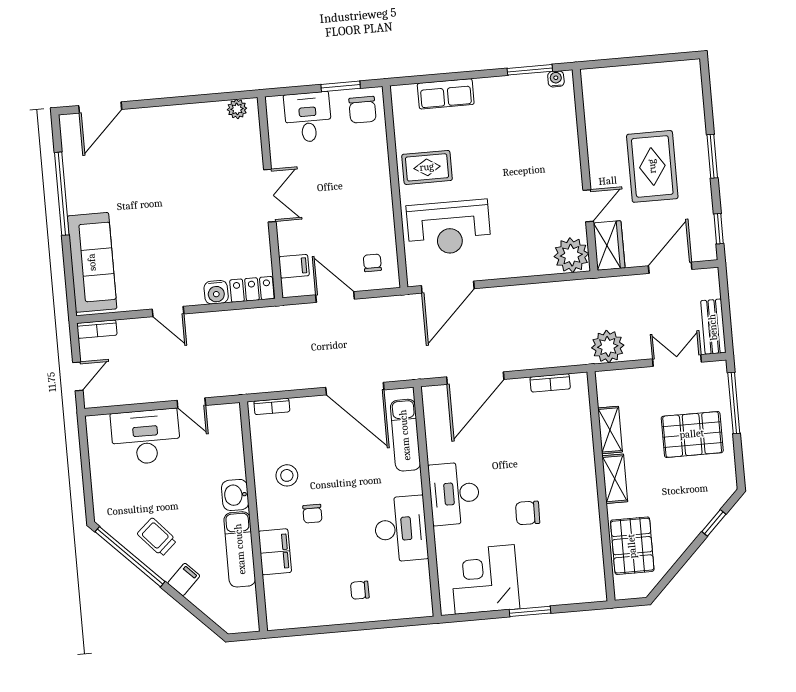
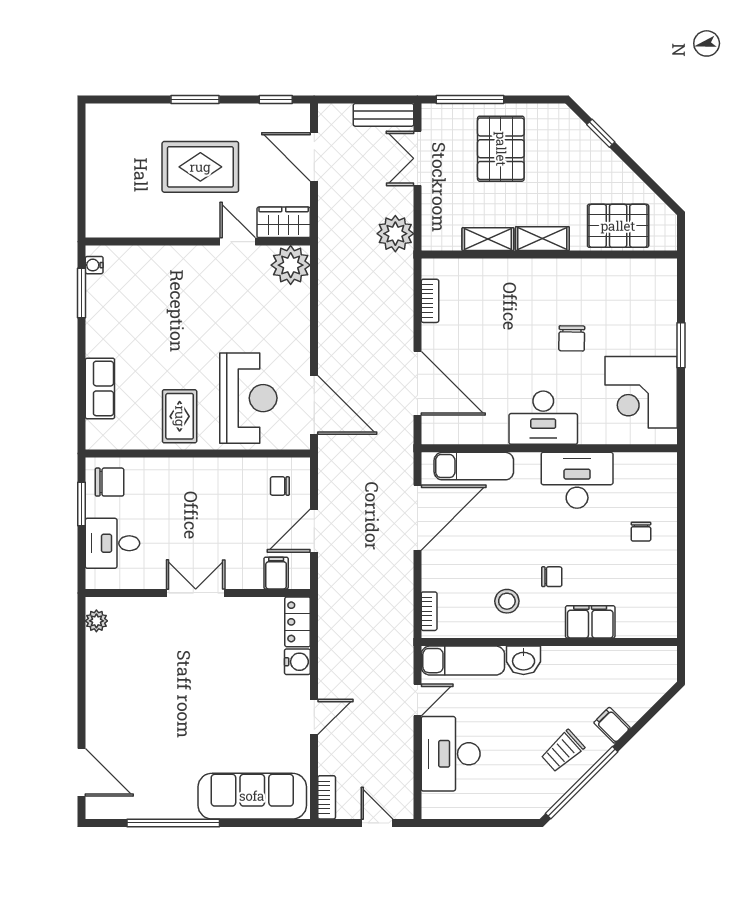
exam couch: (240, 549) -> (463, 661), moved

